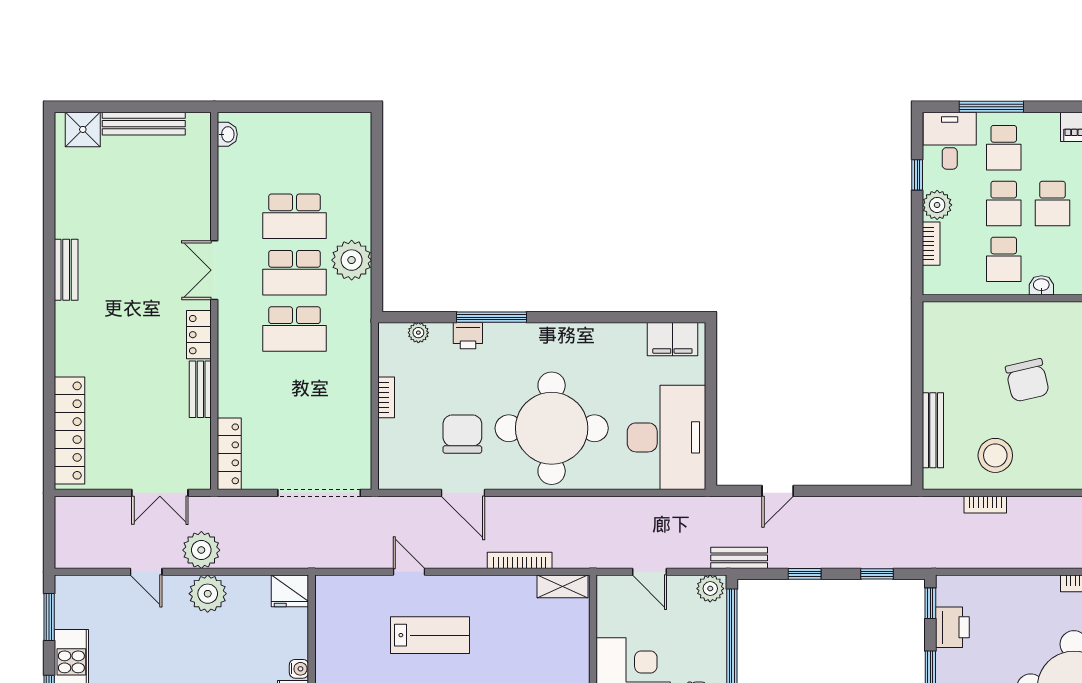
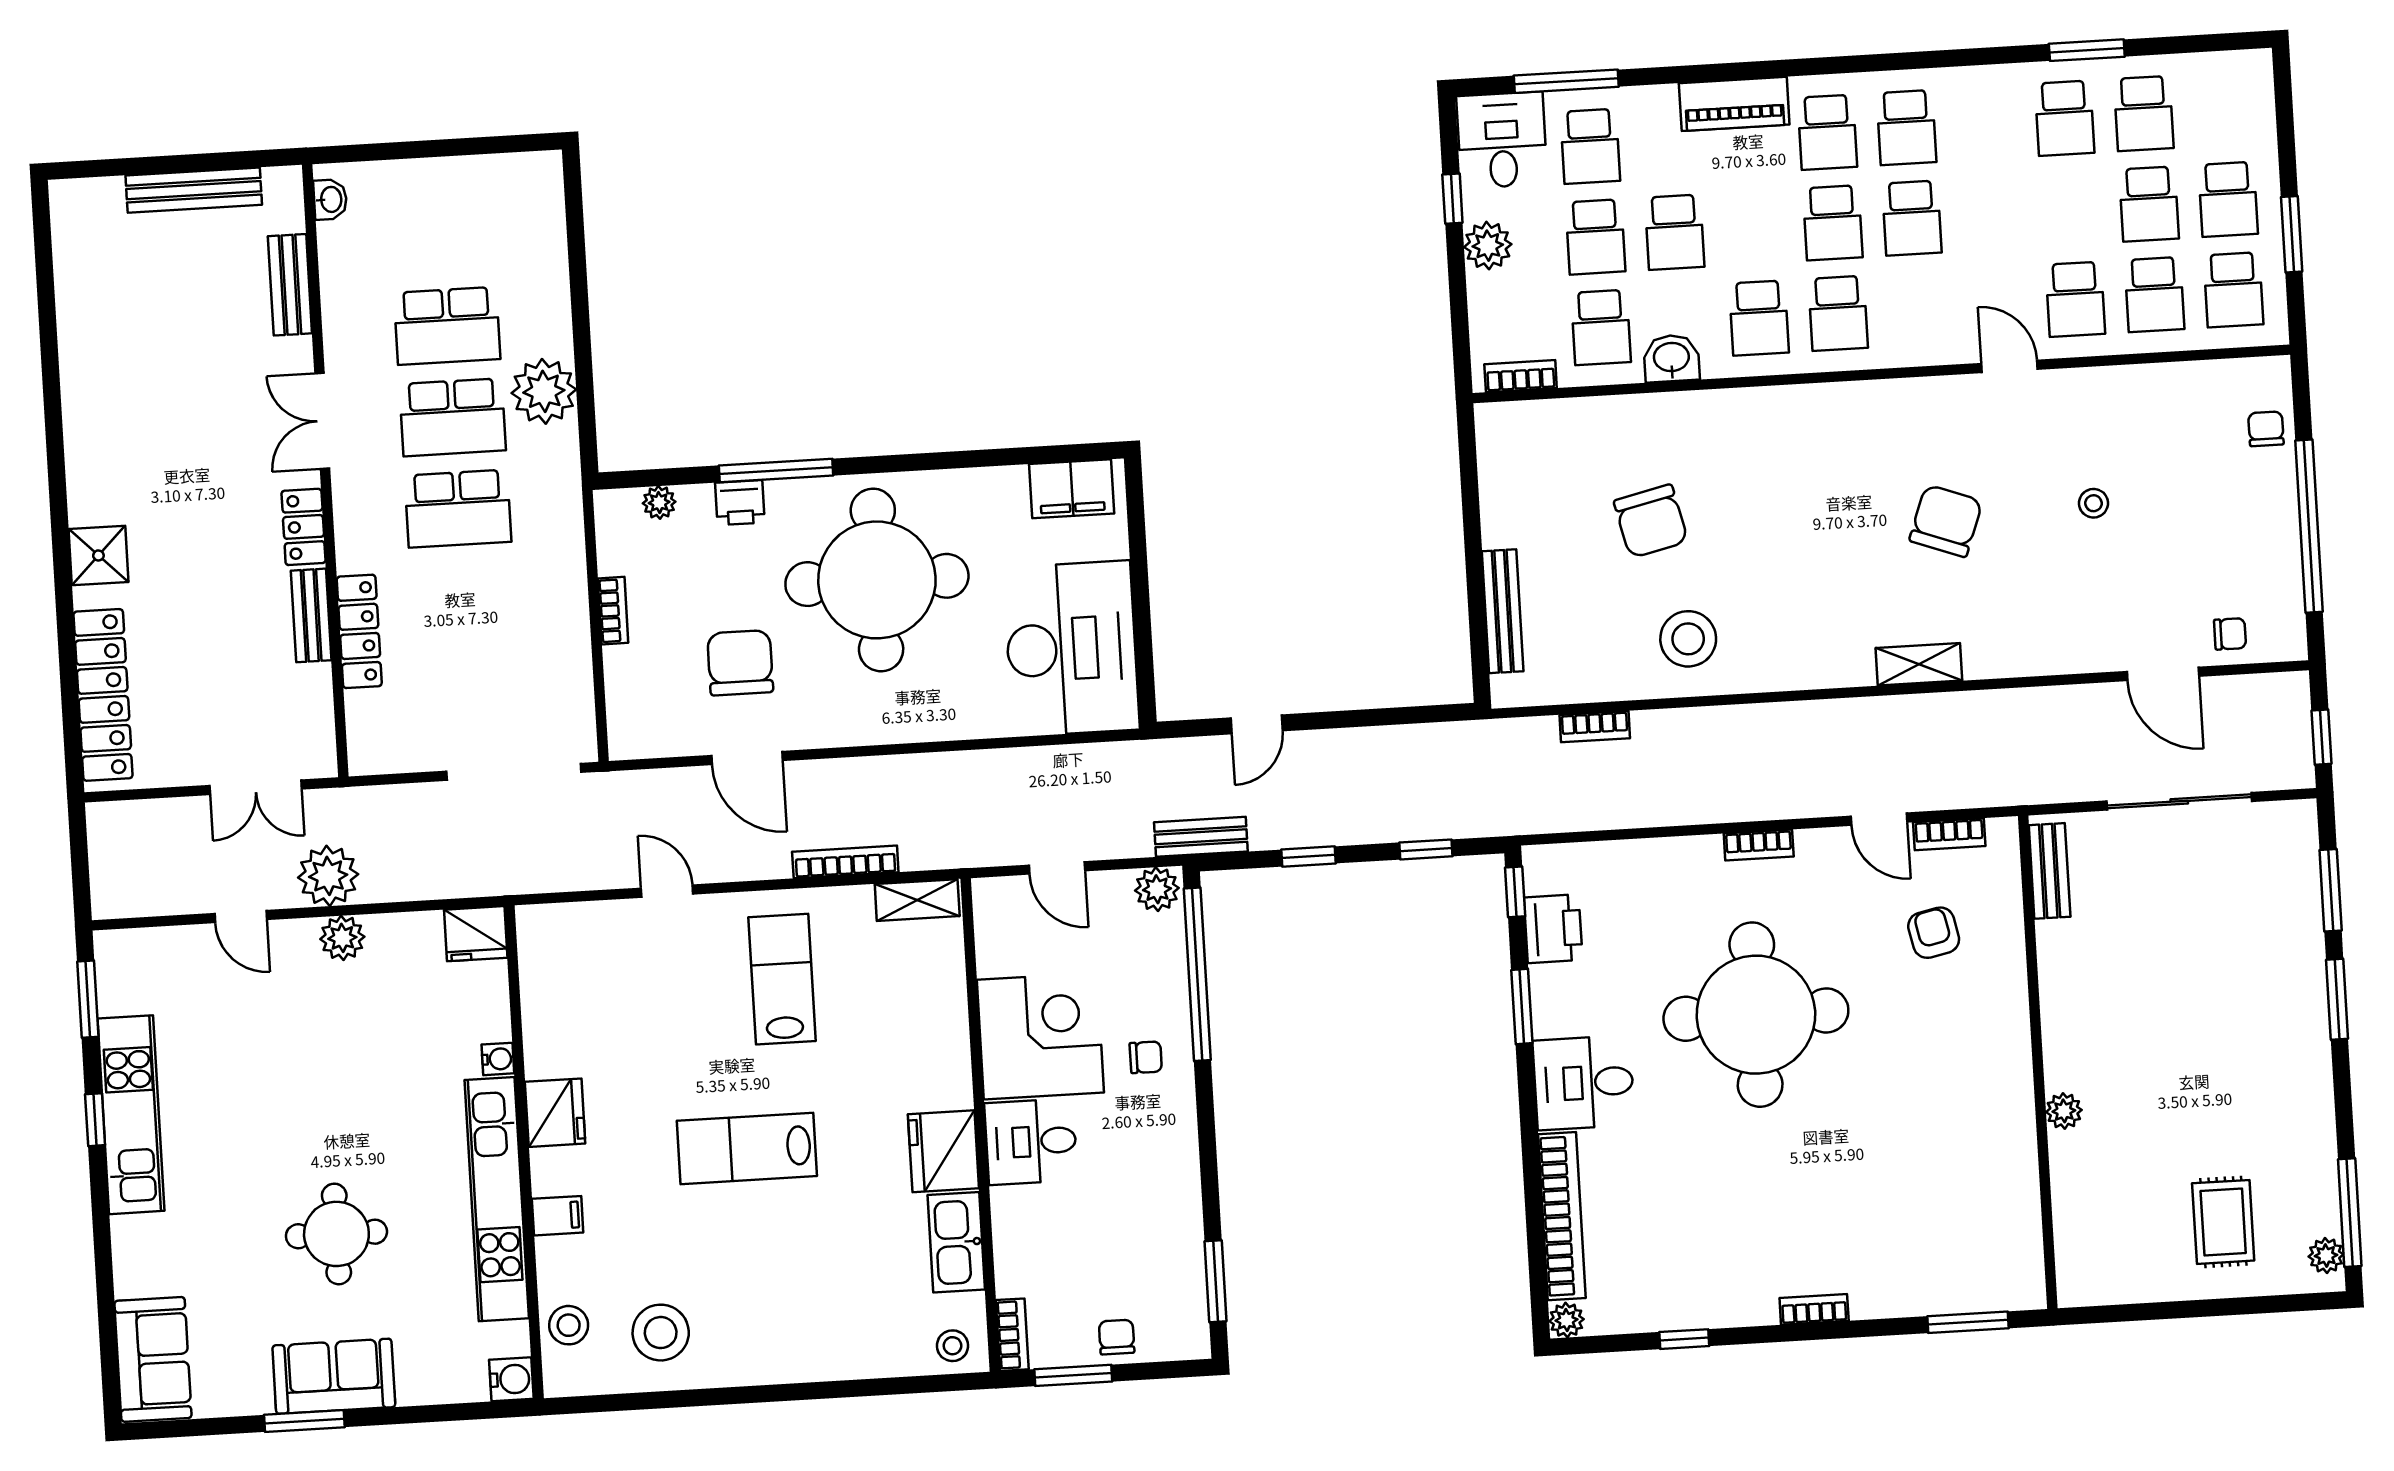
shower: (83, 129) -> (98, 555), moved
bookcase: (931, 244) -> (1521, 376), moved, turned -90
bench: (66, 270) -> (290, 285), moved
washbasin: (1041, 285) -> (1672, 358), width x1.38, depth x1.45
round table: (552, 428) -> (877, 580), moved
locker: (229, 454) -> (359, 631), moved
stool: (995, 455) -> (1688, 639), moved
plant: (208, 594) -> (342, 938), width x0.73, depth x0.73
lab bench: (430, 635) -> (782, 979), moved, turned -90

